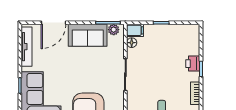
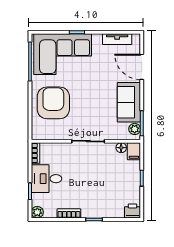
tv unit: (27, 47) -> (117, 39), width x0.71
printer: (193, 64) -> (133, 211), moved

